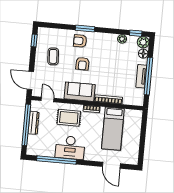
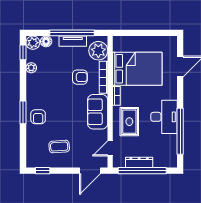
armchair: (82, 64) -> (80, 77), moved
plant: (131, 97) -> (98, 51), added
bed: (113, 129) -> (137, 69), width x1.50

